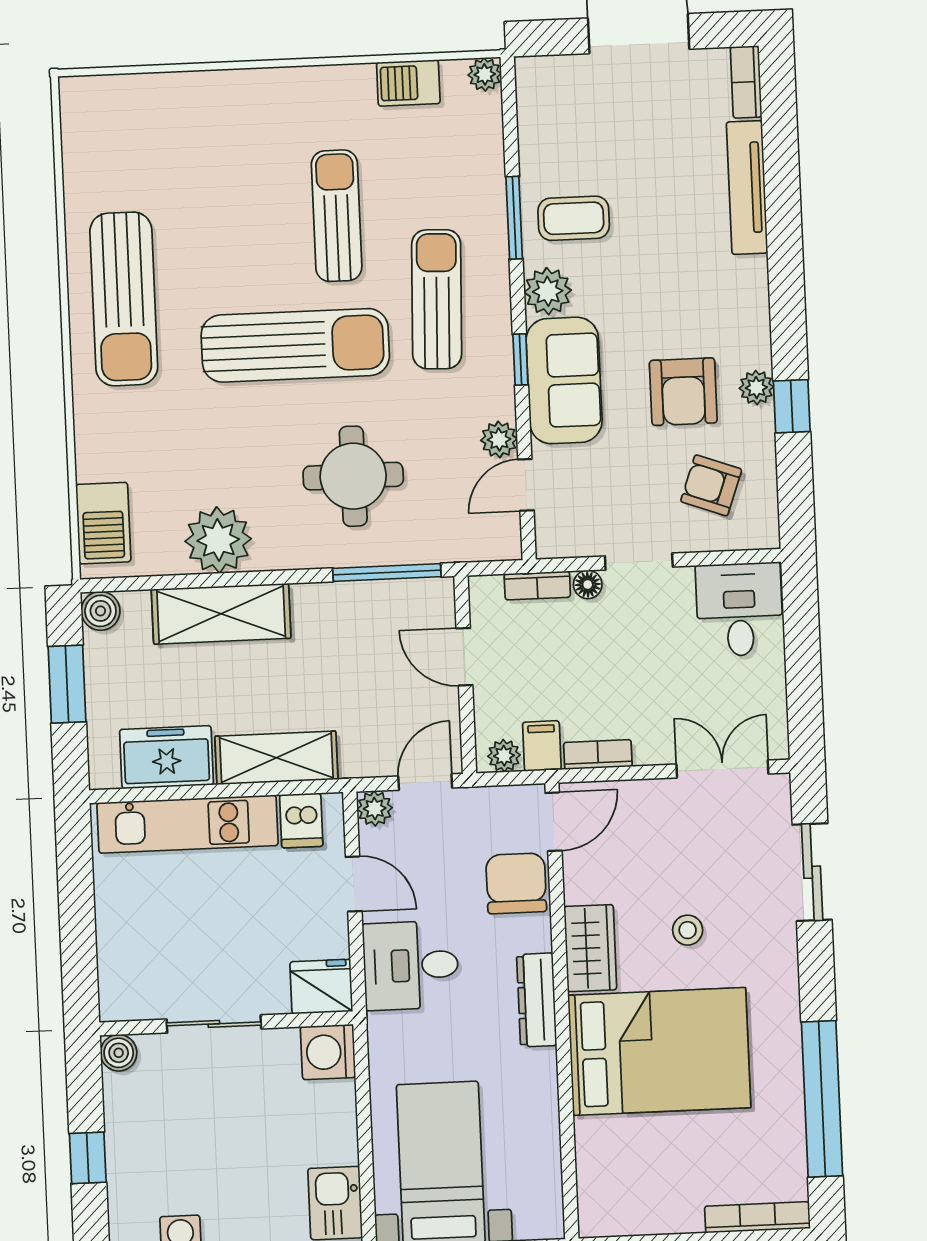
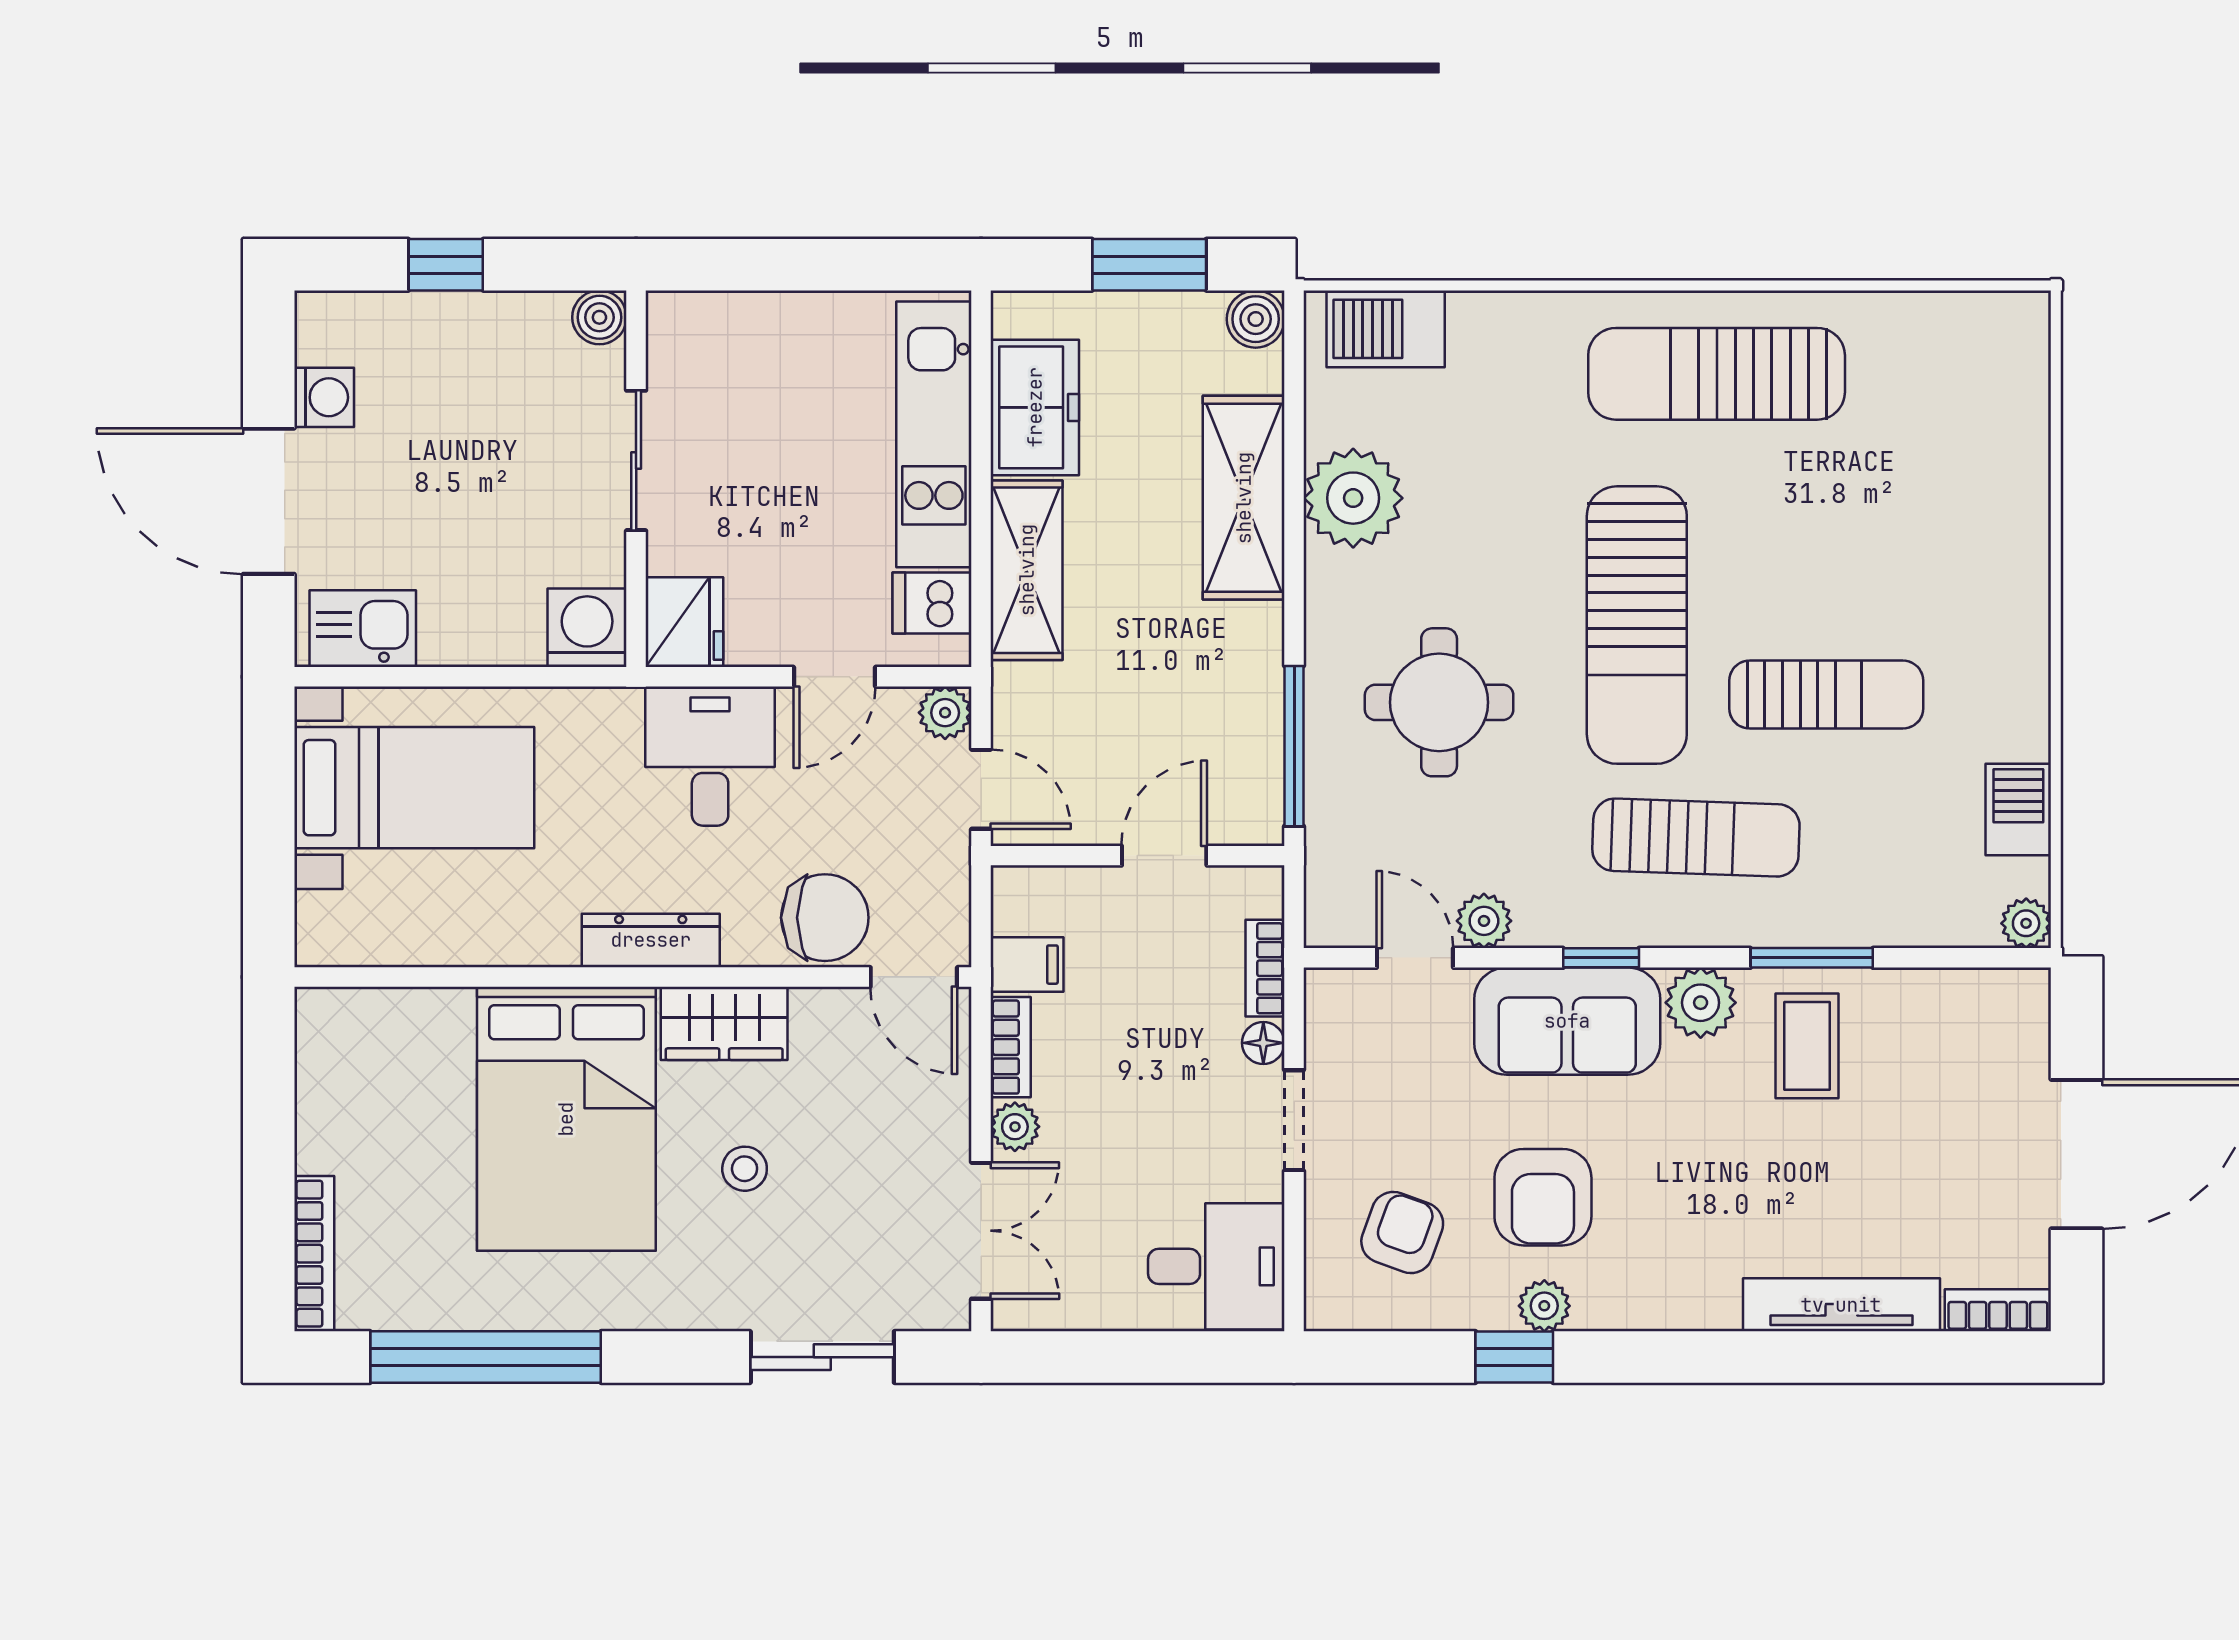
armchair: (683, 392) -> (1543, 1197), turned -90
plant: (504, 756) -> (1015, 1127), moved

